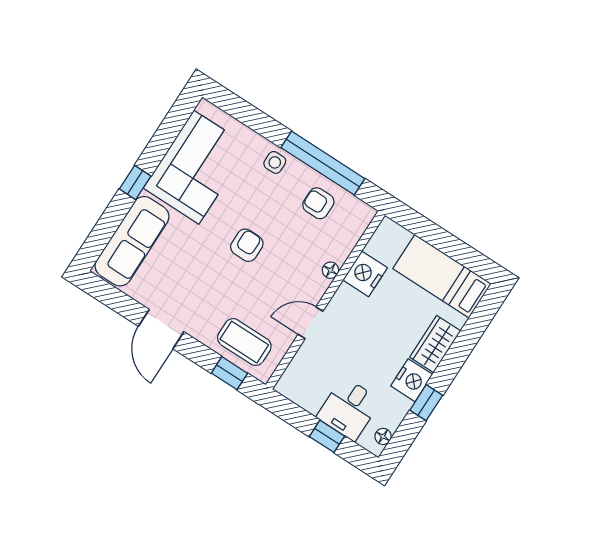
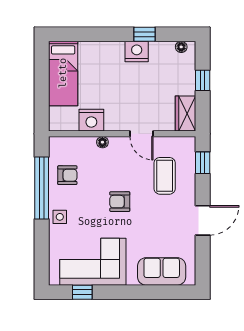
window: (135, 182) -> (82, 292), moved
armchair: (318, 203) -> (67, 175), turned -90
sofa: (132, 241) -> (162, 271), width x0.73
coffee table: (244, 342) -> (165, 176), moved
wardrobe: (435, 344) -> (186, 114), moved, turned 90
desk: (349, 409) -> (178, 78), removed

